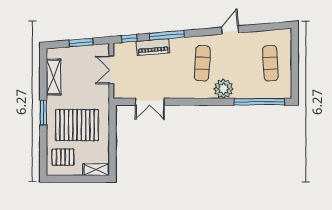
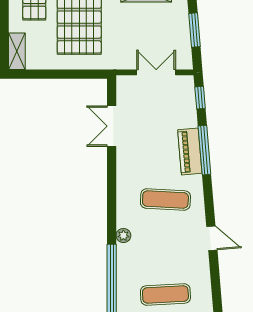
piano: (153, 47) -> (190, 152), moved
plant: (224, 89) -> (123, 235), width x0.53, depth x0.53

